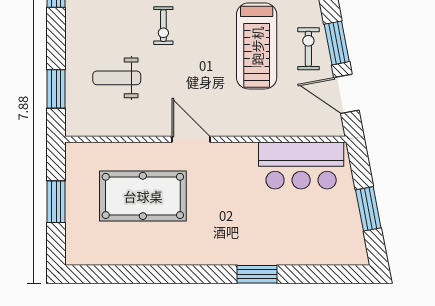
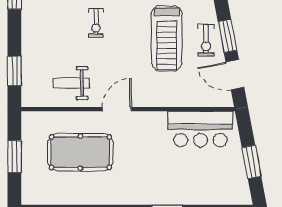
exercise bike: (308, 49) -> (206, 40), turned 180
weight bench: (117, 78) -> (71, 83), moved
door: (191, 139) -> (117, 109), hinge flipped

